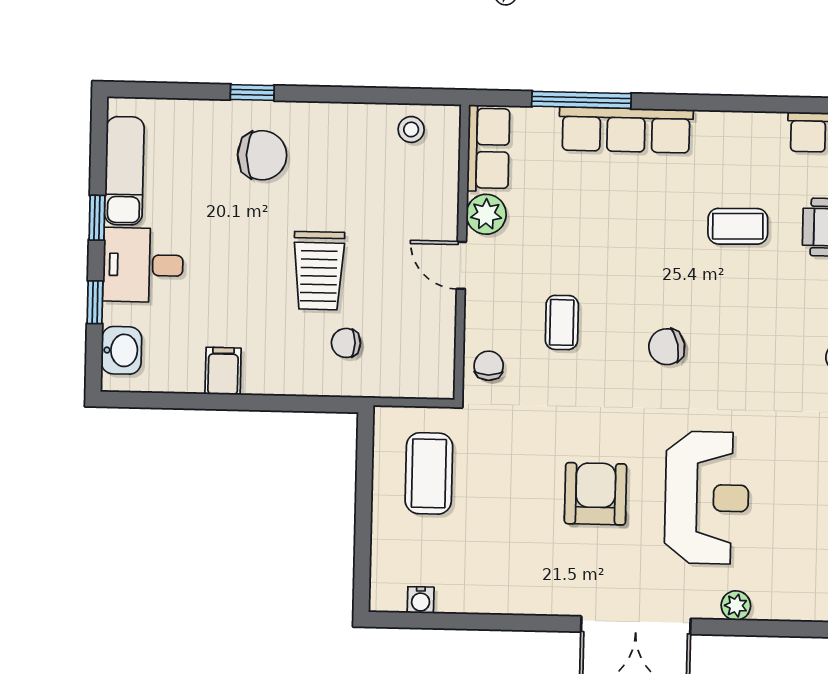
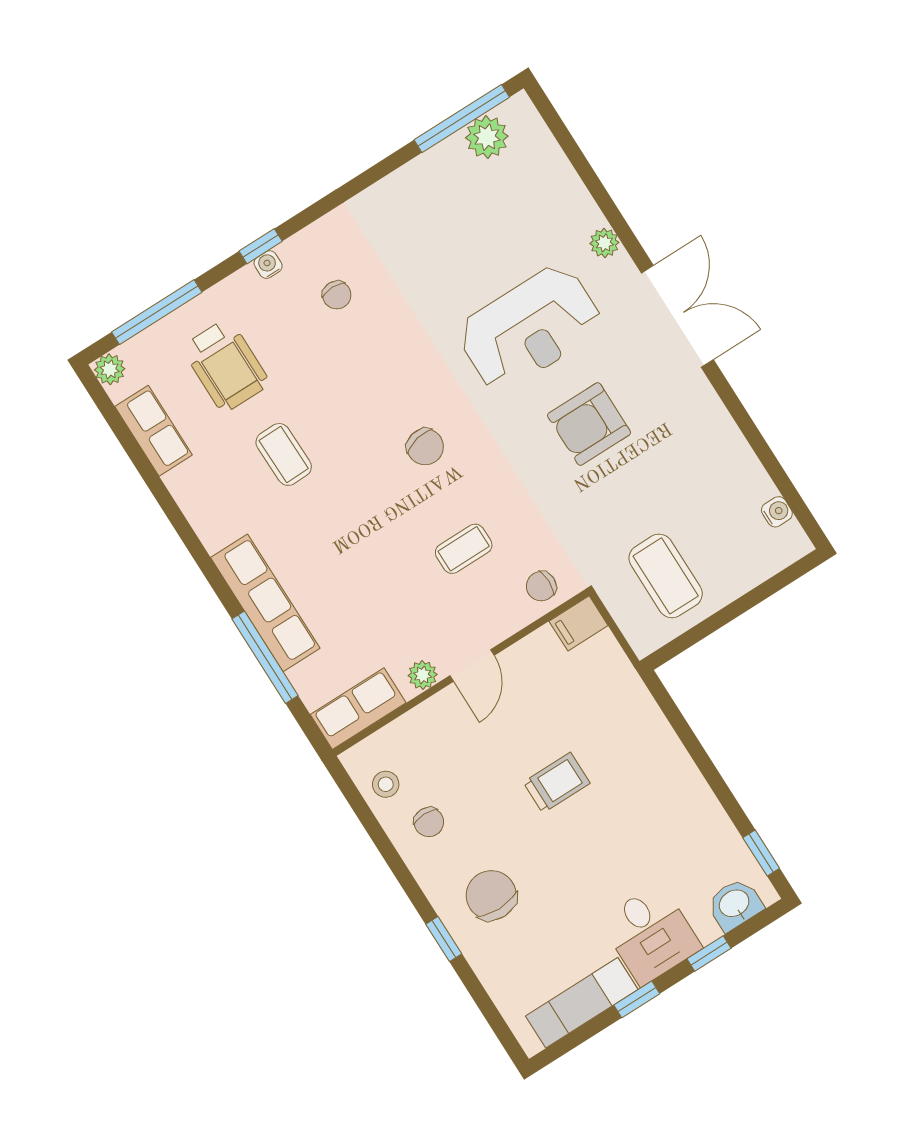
plant: (486, 214) -> (423, 675), width x0.73, depth x0.73
trolley: (319, 271) -> (557, 783), width x0.73, depth x0.72
chair: (346, 343) -> (429, 822), moved
filing cabinet: (223, 371) -> (579, 623), moved
window: (149, 400) -> (761, 853), added
coffee table: (429, 473) -> (666, 576), turned 90
reception desk: (707, 498) -> (530, 328), turned 180

